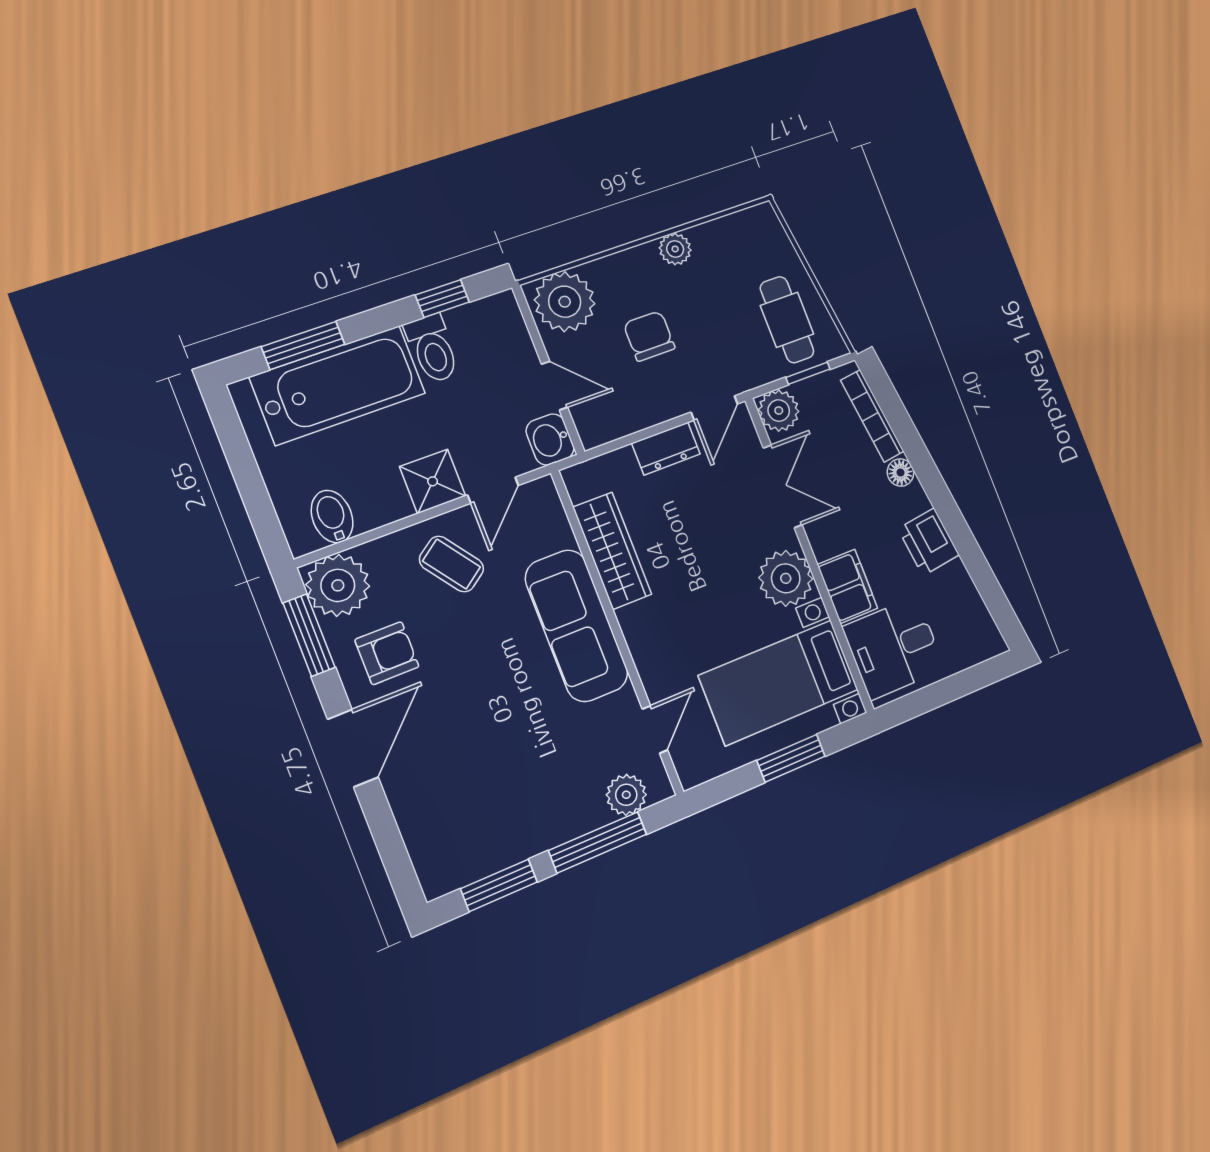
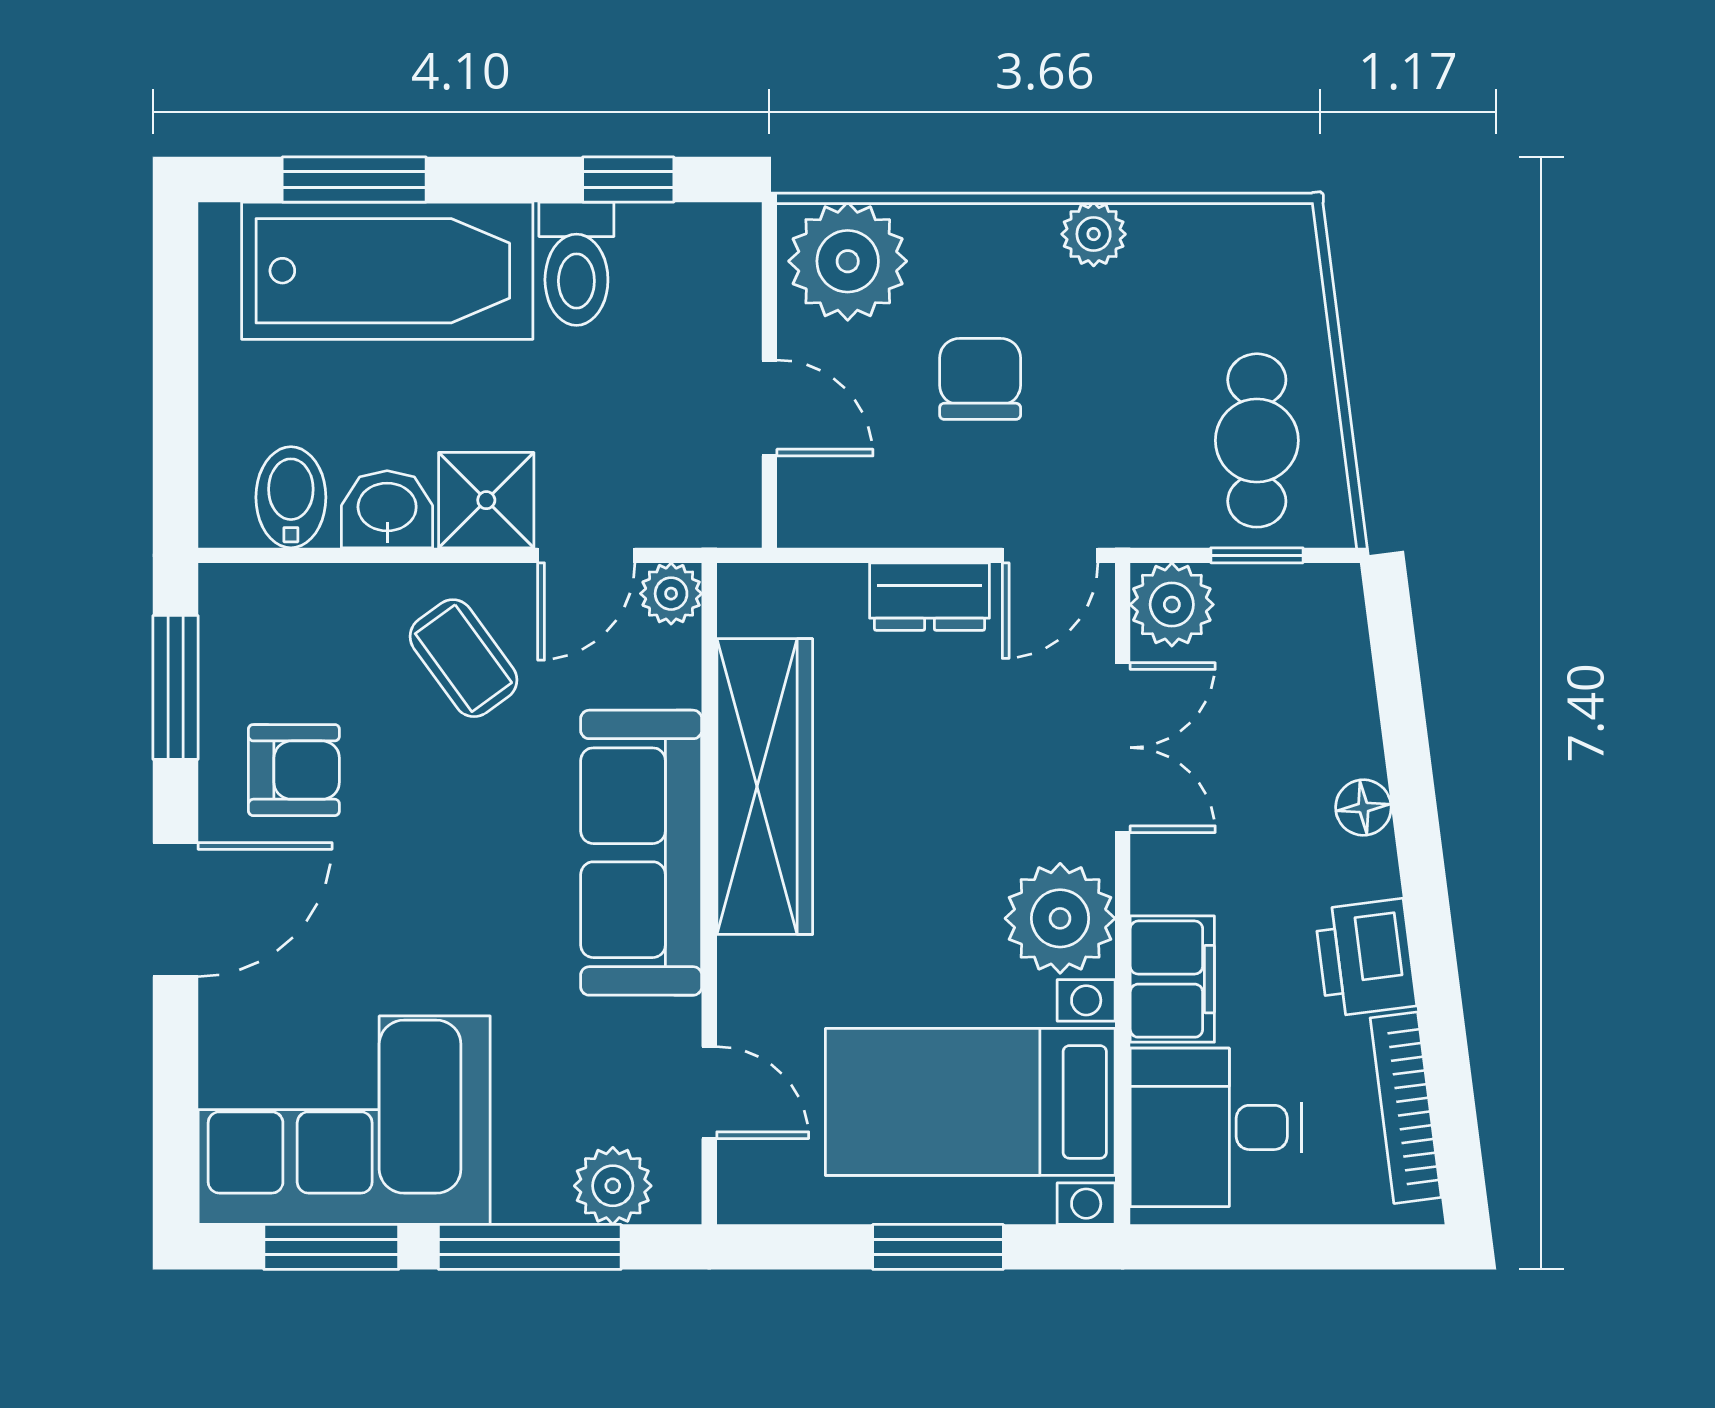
bookcase: (872, 416) -> (1406, 1108), moved
washbasin: (550, 439) -> (387, 509), moved, turned 90
wardrobe: (612, 551) -> (765, 787), width x1.40, depth x1.17
plant: (338, 585) -> (671, 594), moved, width x0.53, depth x0.53
door: (655, 729) -> (709, 1093), hinge flipped
corner sofa: (481, 819) -> (344, 1120), added

